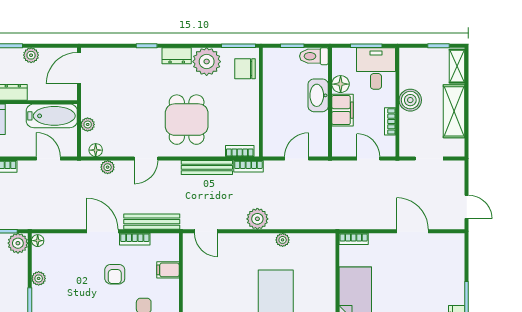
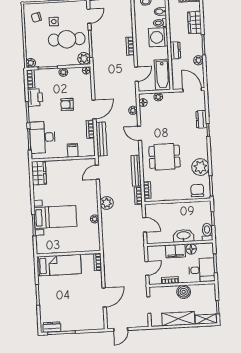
dresser: (177, 56) -> (201, 119), moved
armchair: (115, 274) -> (67, 104), moved

